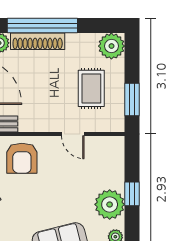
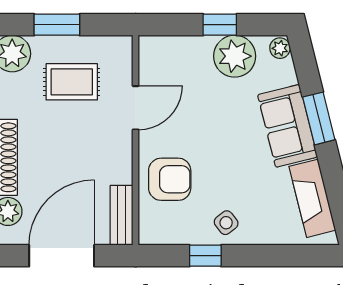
window: (132, 100) -> (57, 25), moved
door: (73, 134) -> (136, 108), width x1.38

